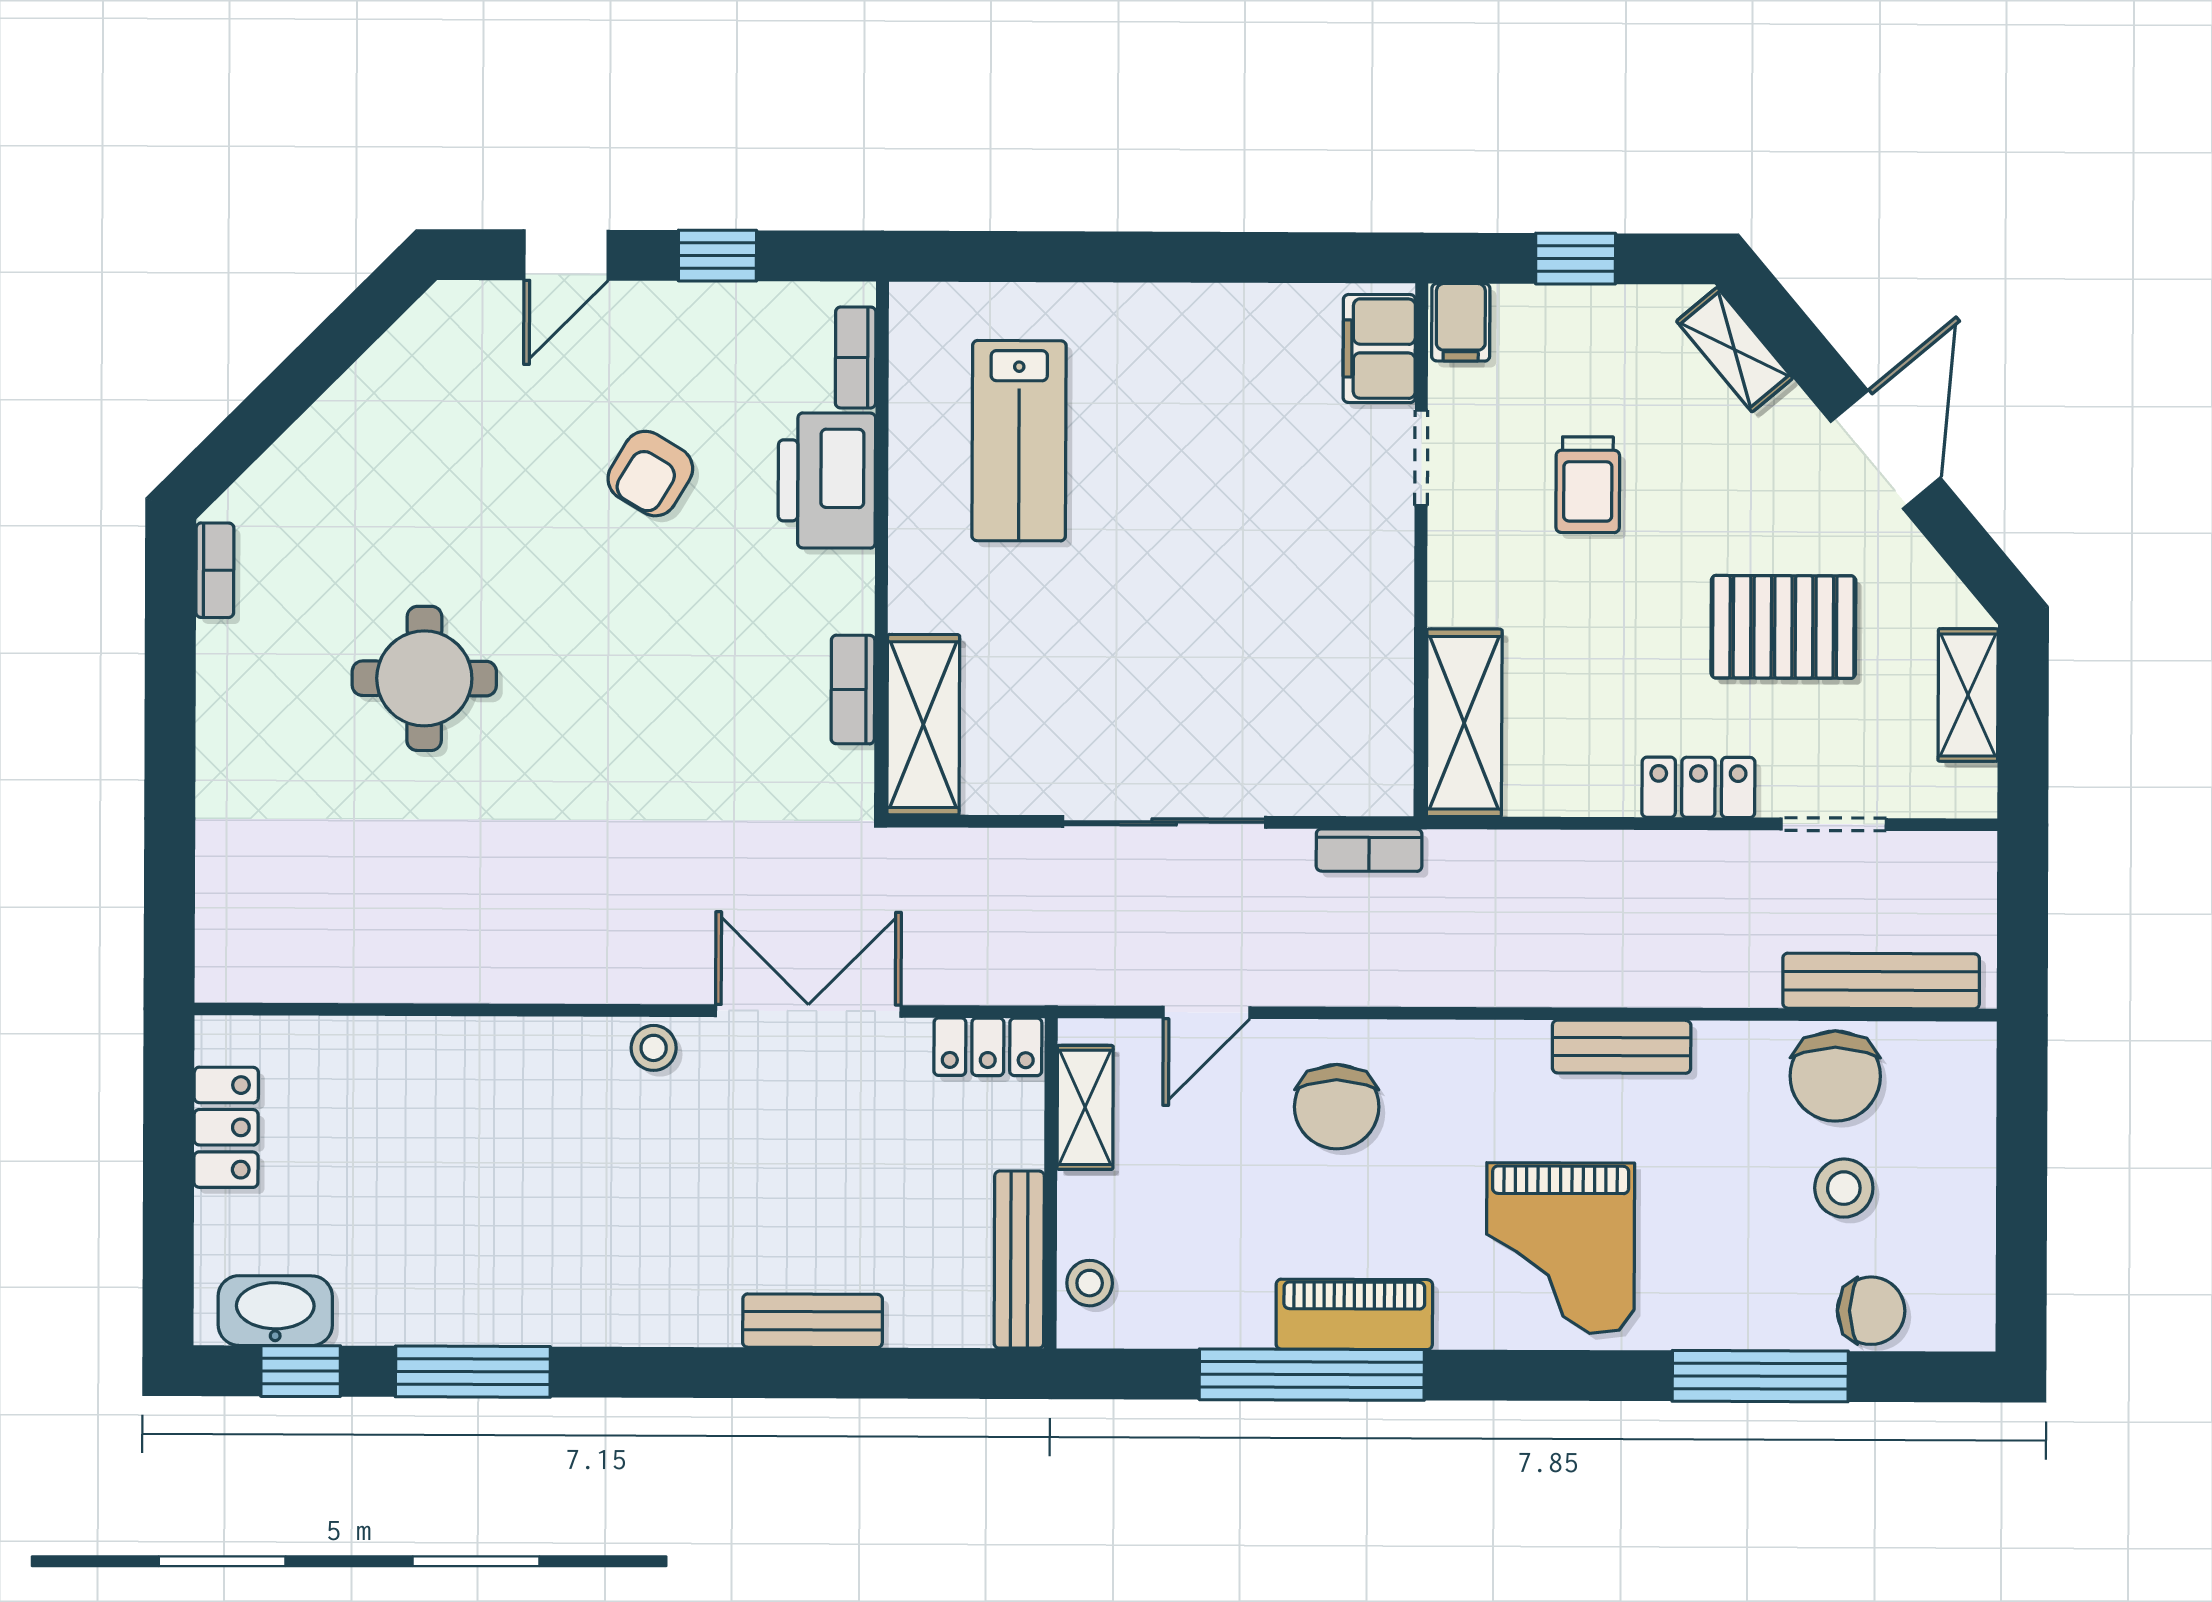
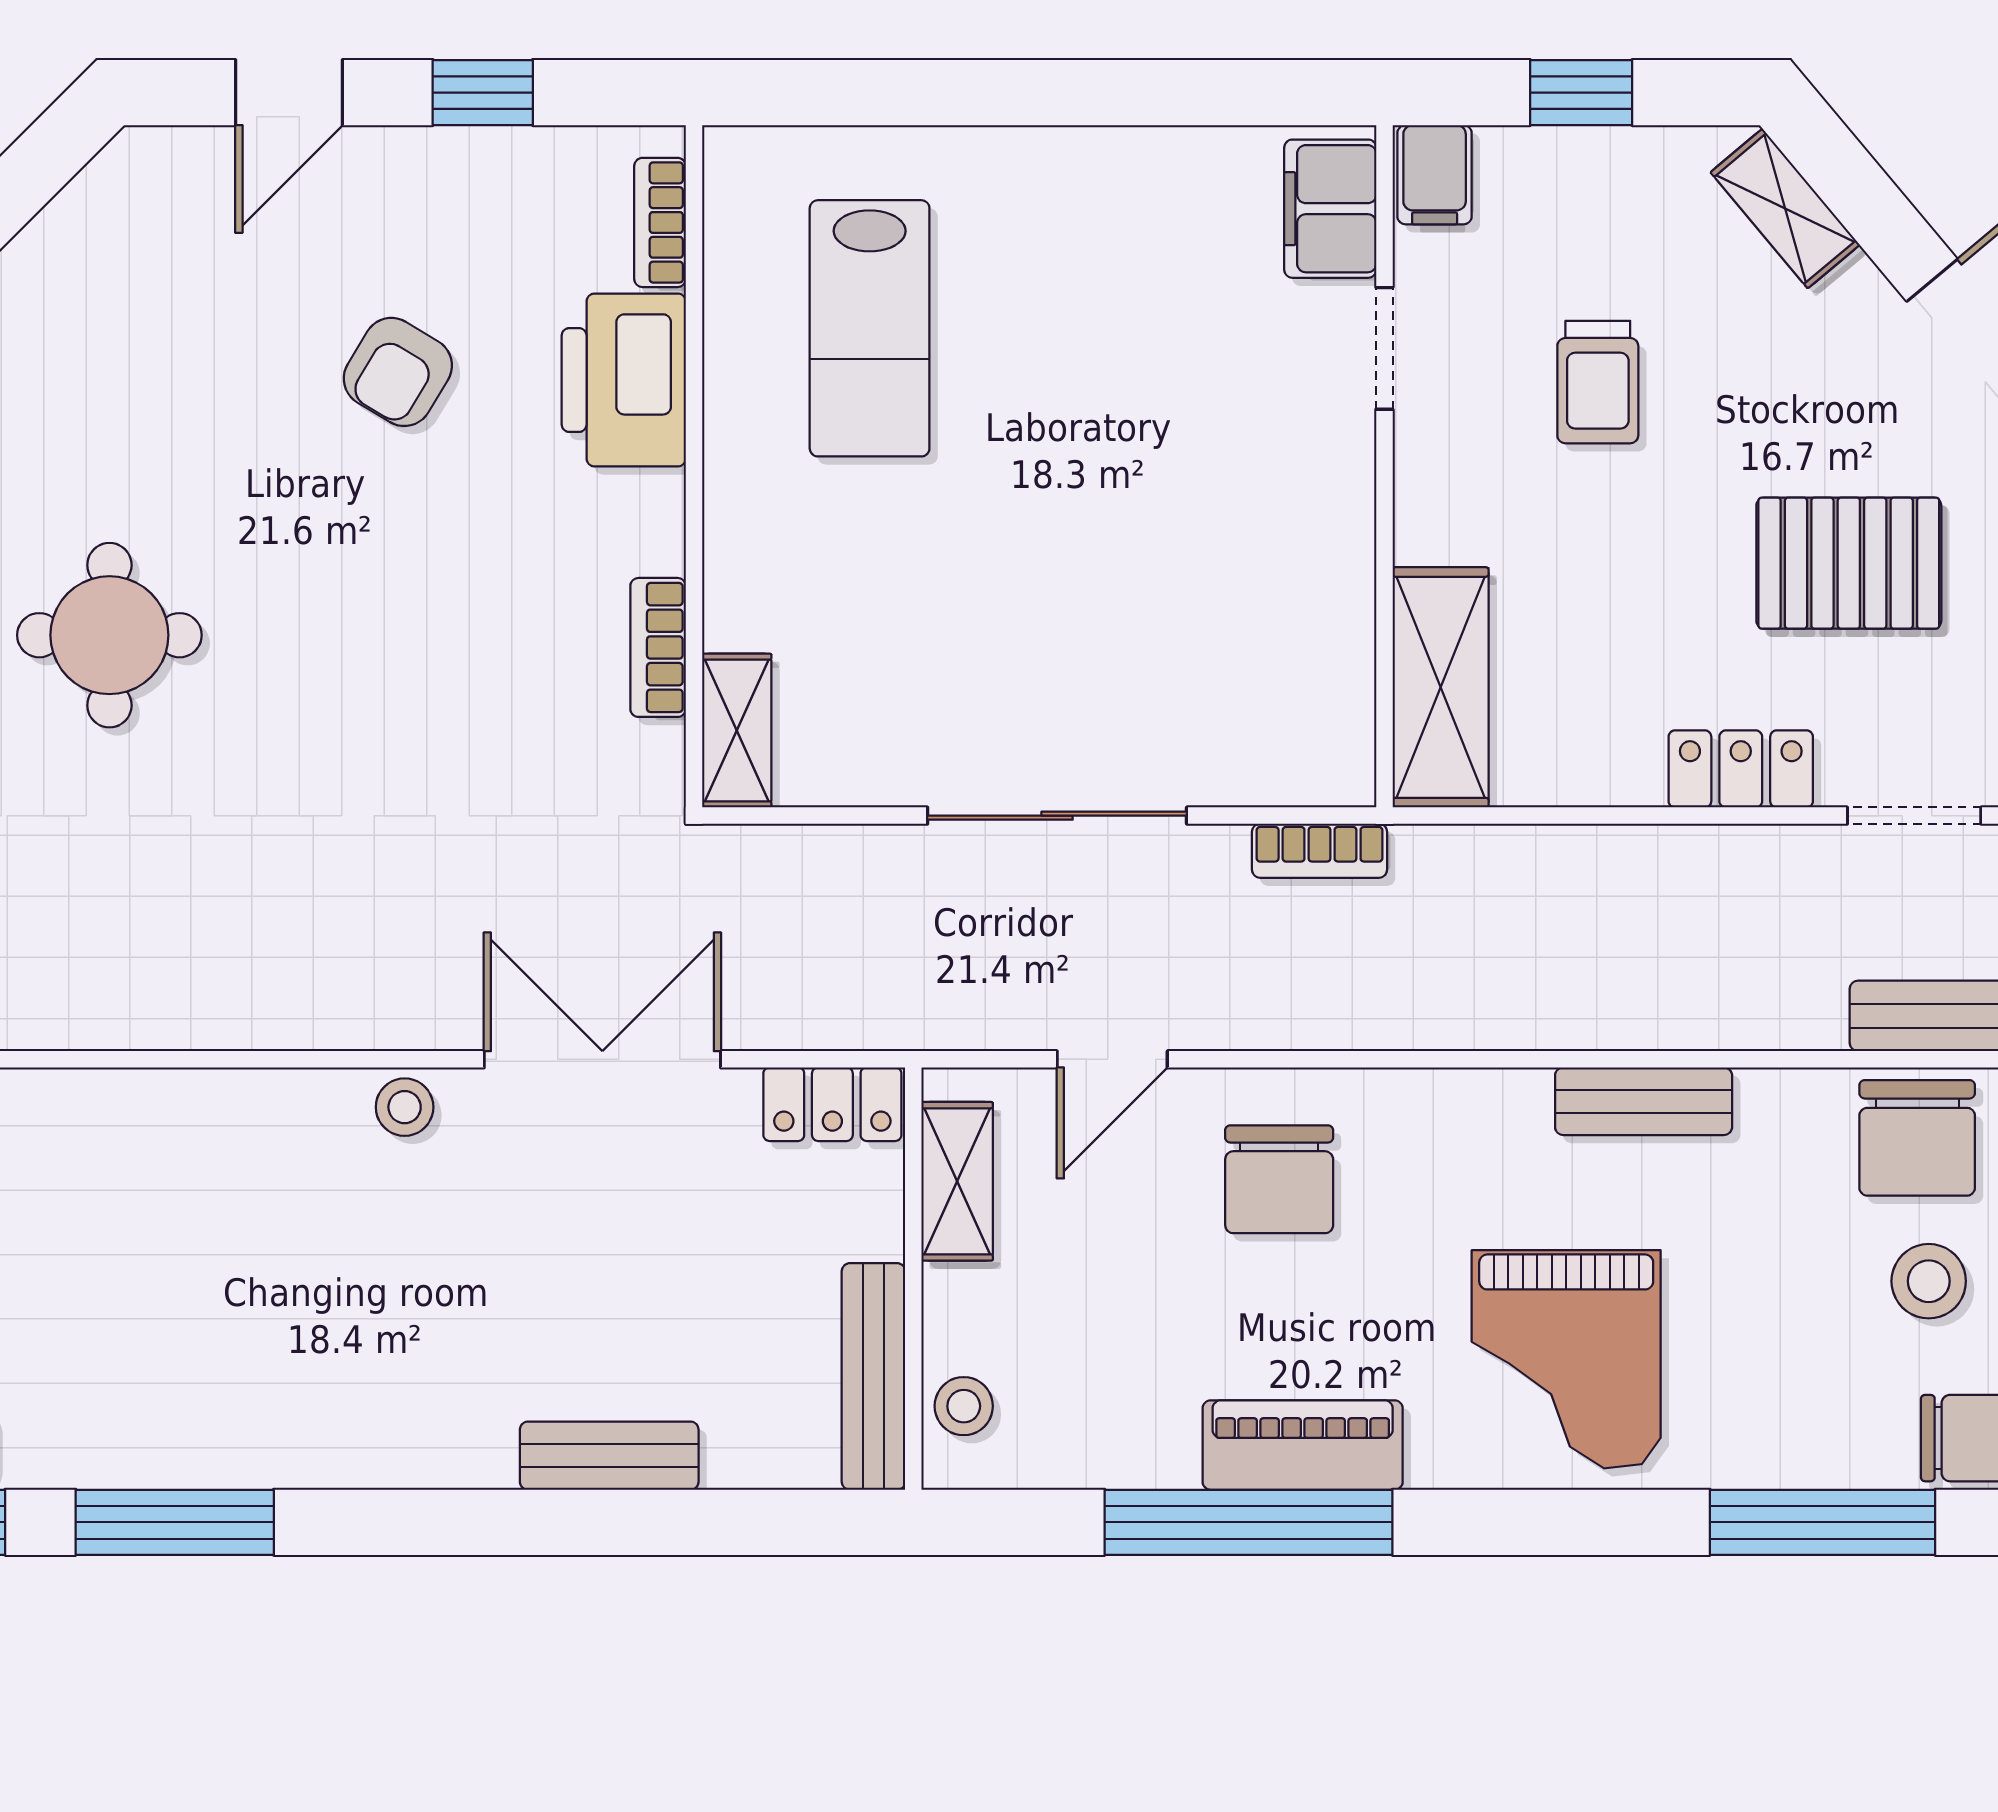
shelving: (923, 725) -> (737, 731), width x0.67, depth x0.75

